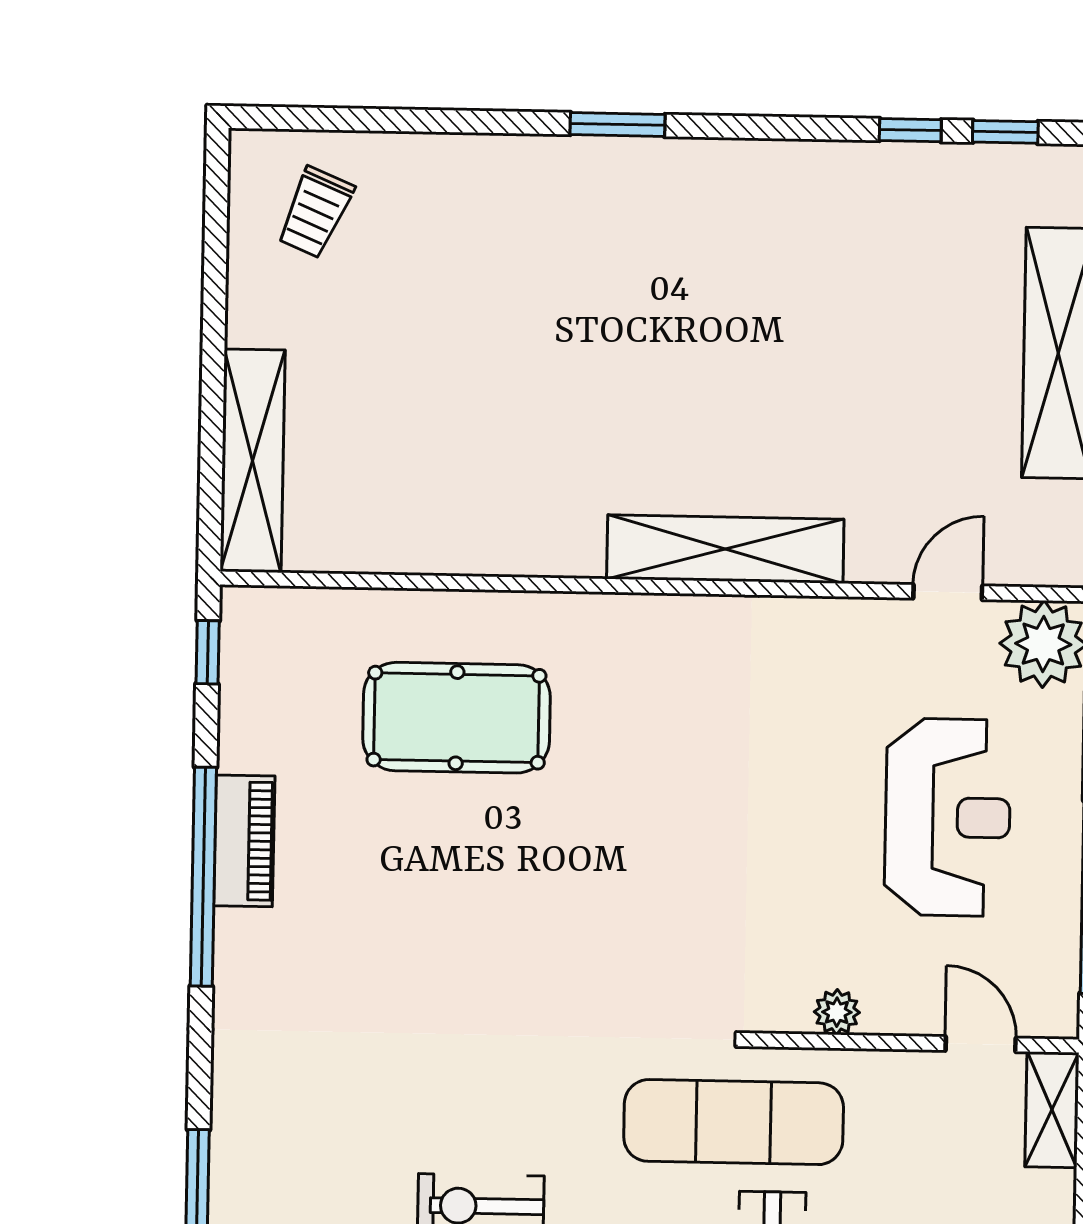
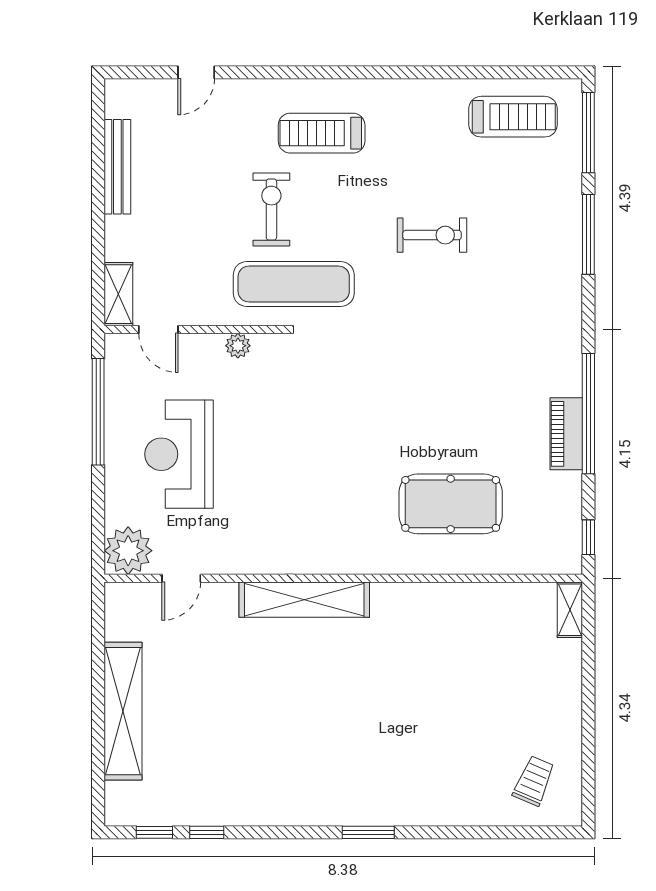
shelving: (253, 461) -> (570, 610), width x0.45, depth x0.75

